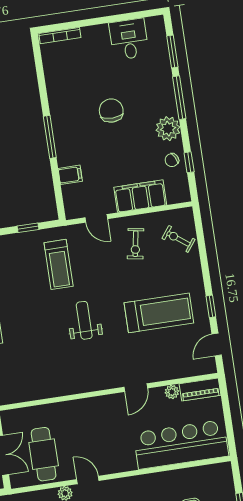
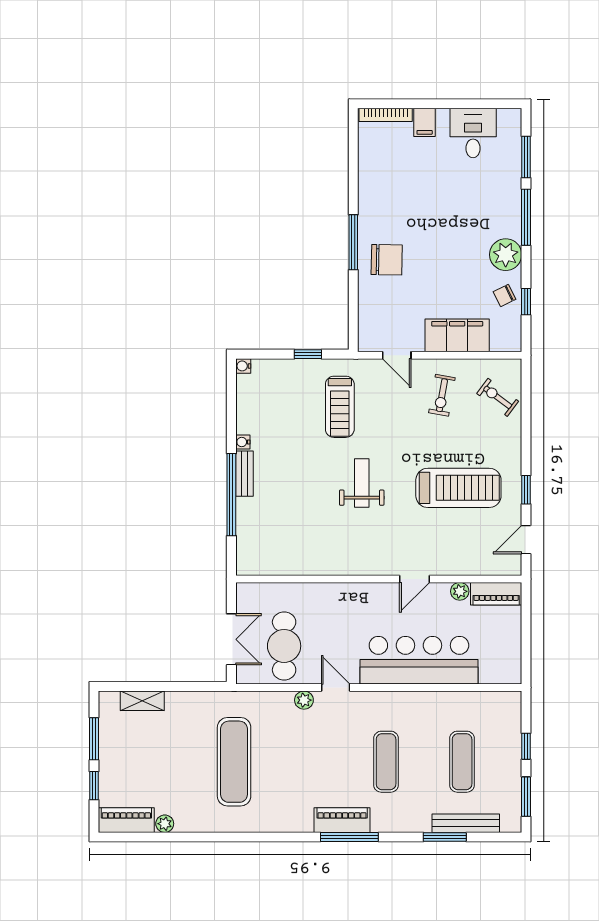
chair: (111, 111) -> (387, 260), moved, turned 91
filing cabinet: (70, 175) -> (425, 122), moved, turned 90
bar counter: (181, 445) -> (419, 660), moved

